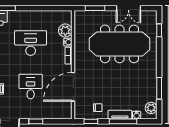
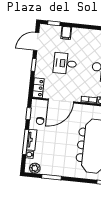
desk: (31, 87) -> (65, 63), turned 180
door: (73, 87) -> (61, 101), swing flipped
locker: (61, 114) -> (38, 88), added

